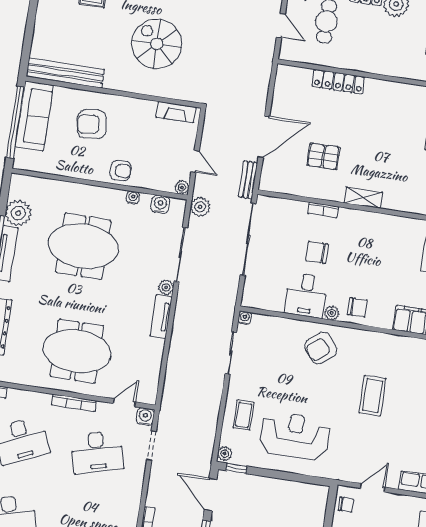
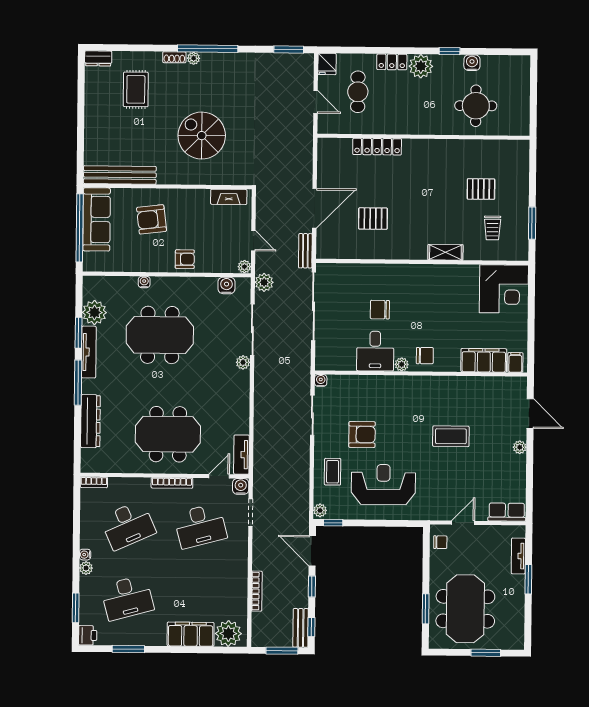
water cooler: (133, 197) -> (144, 282), moved
shelving: (363, 198) -> (445, 252), moved
bookcase: (323, 210) -> (380, 269), removed
tv unit: (161, 317) -> (241, 455), moved
armchair: (321, 348) -> (362, 435), moved, turned -141
coffee table: (373, 395) -> (451, 436), turned 90

